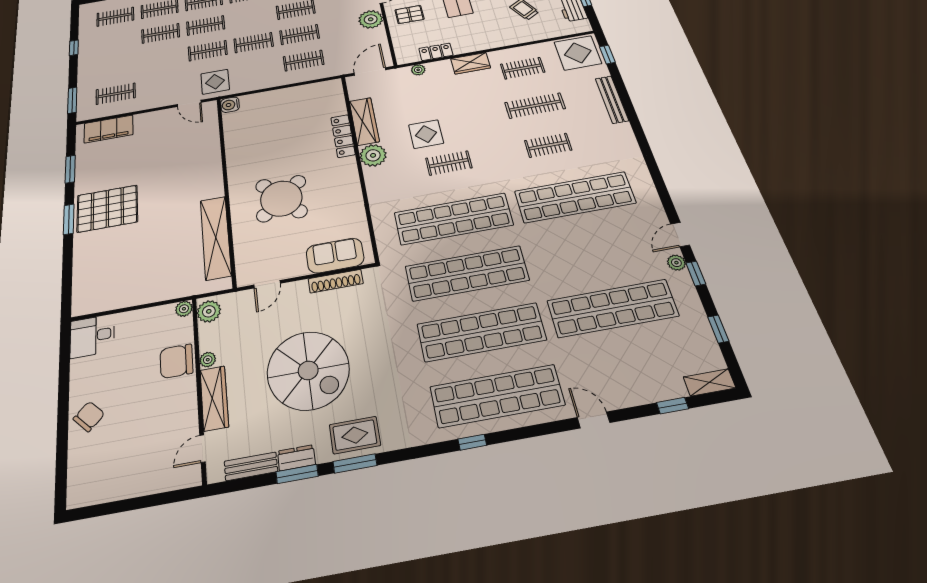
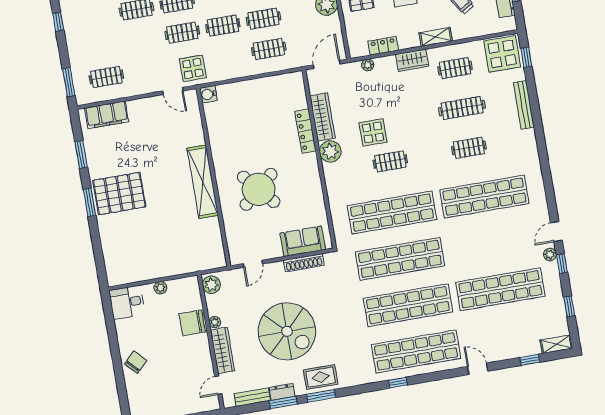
shelving: (497, 41) -> (436, 37), added
shelving: (216, 238) -> (203, 182), moved
plant: (184, 309) -> (160, 288), moved

